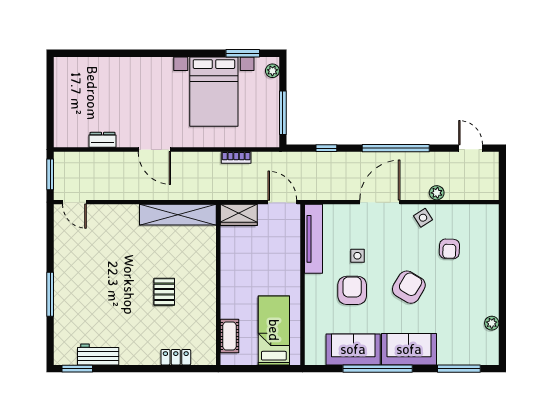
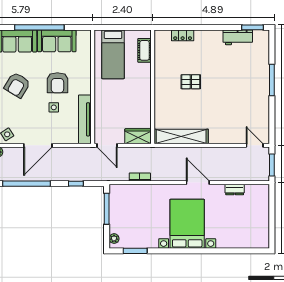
bed with nightstands: (214, 92) -> (187, 224), moved
pallet: (164, 292) -> (191, 82), turned 90

